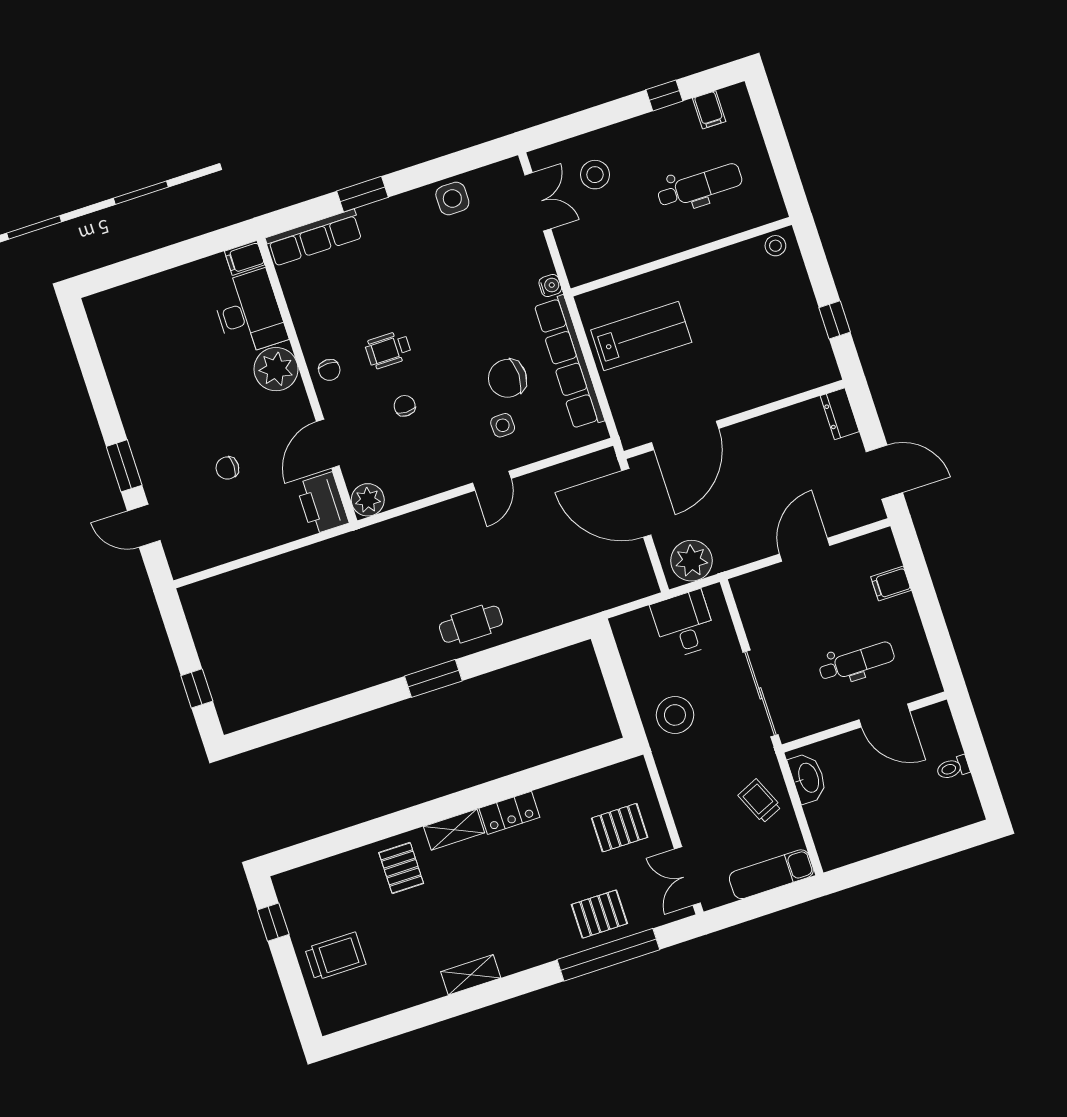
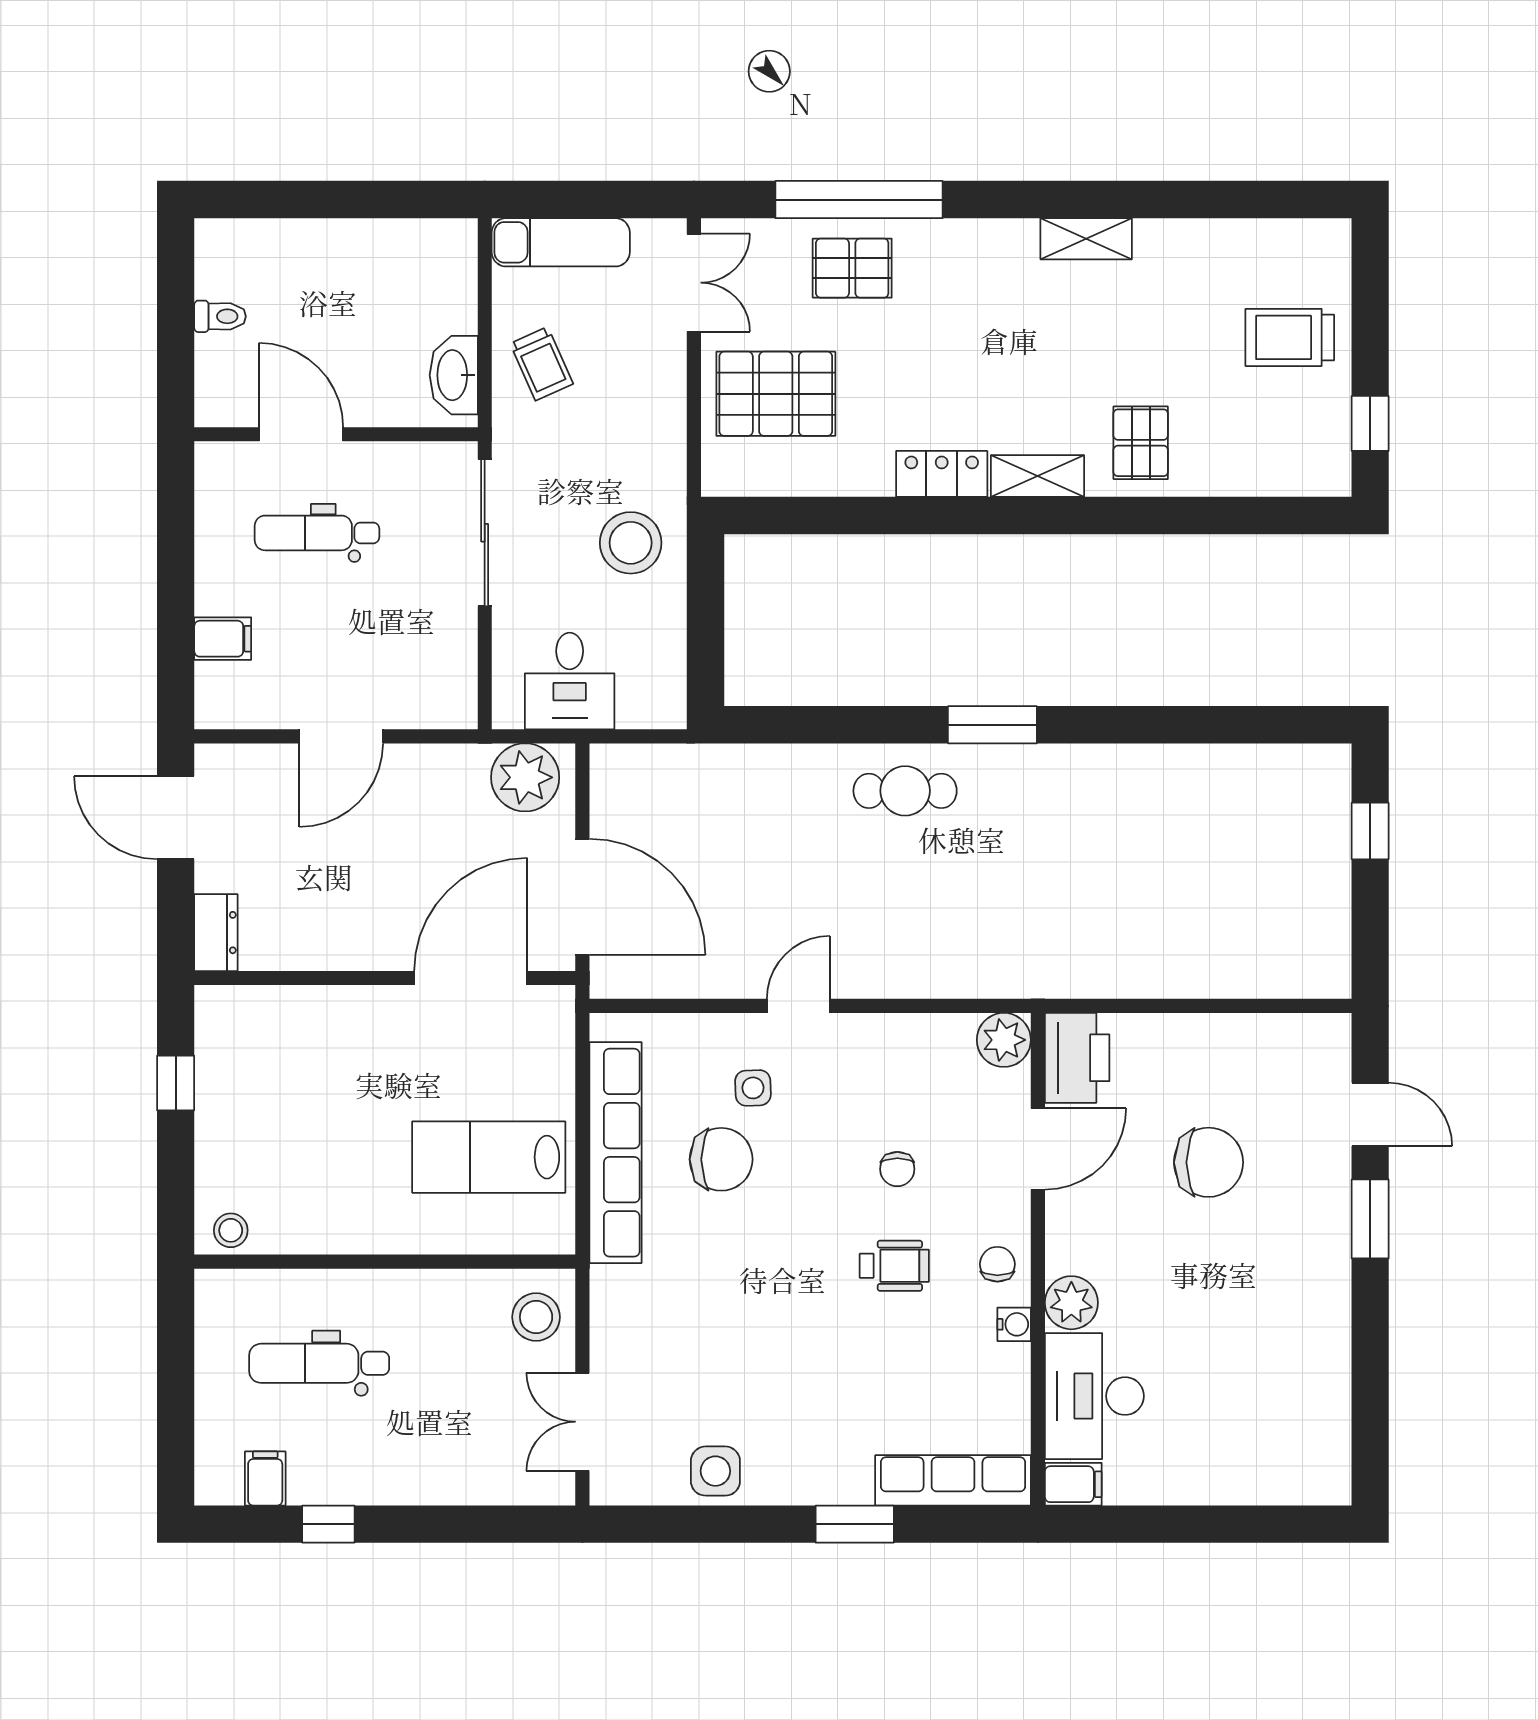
stool: (595, 175) -> (536, 1317), moved
water cooler: (550, 286) -> (1014, 1324), moved, turned 180
plant: (276, 369) -> (1071, 1303), width x0.73, depth x0.73
chair: (227, 468) -> (1208, 1162), width x1.87, depth x1.87
pallet: (620, 828) -> (776, 394), width x1.50, depth x1.42

